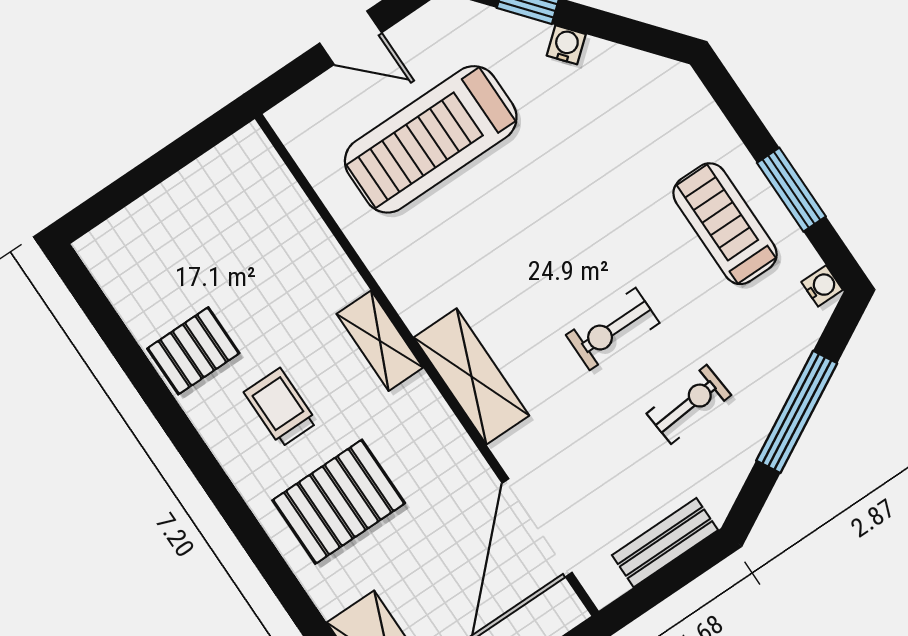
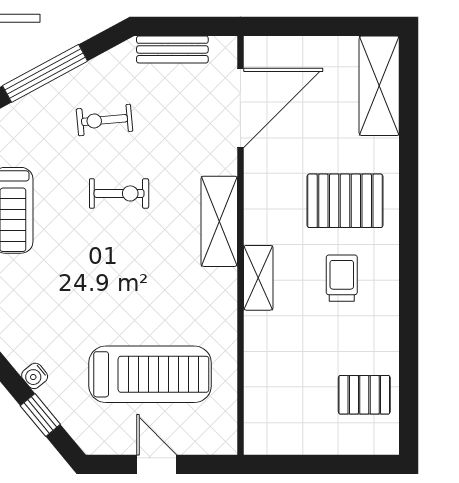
pallet: (193, 351) -> (364, 395), moved
trolley: (281, 407) -> (342, 278), turned 180

